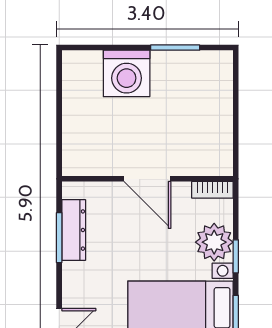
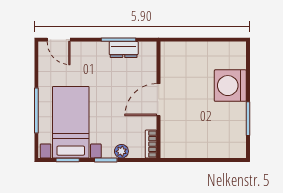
dresser: (74, 230) -> (124, 50), width x0.70
plant: (214, 242) -> (121, 151), width x0.53, depth x0.53

